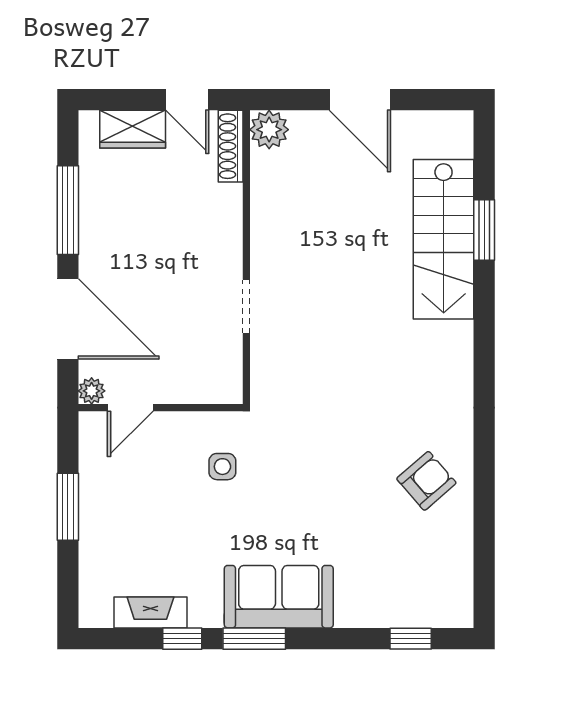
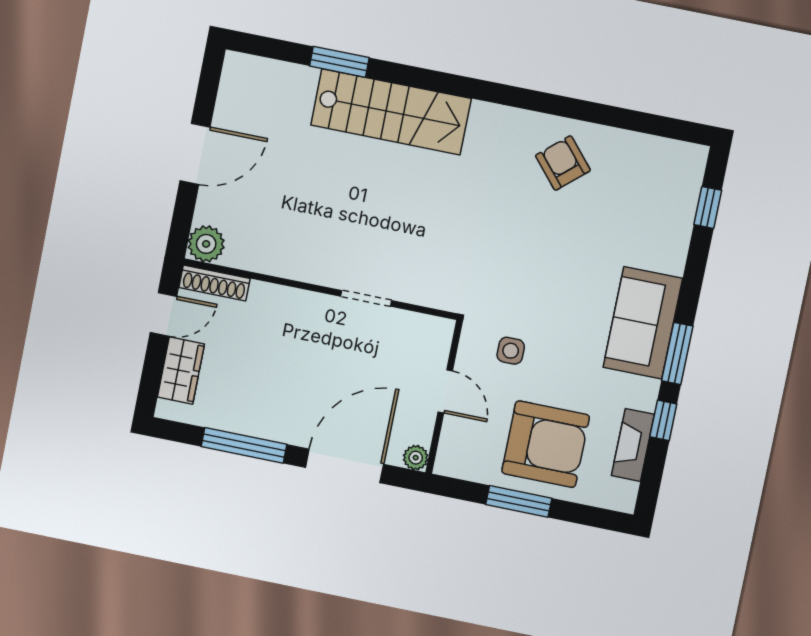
stairs: (444, 239) -> (391, 112), moved
door: (130, 408) -> (445, 391), moved
armchair: (133, 522) -> (546, 444), added

